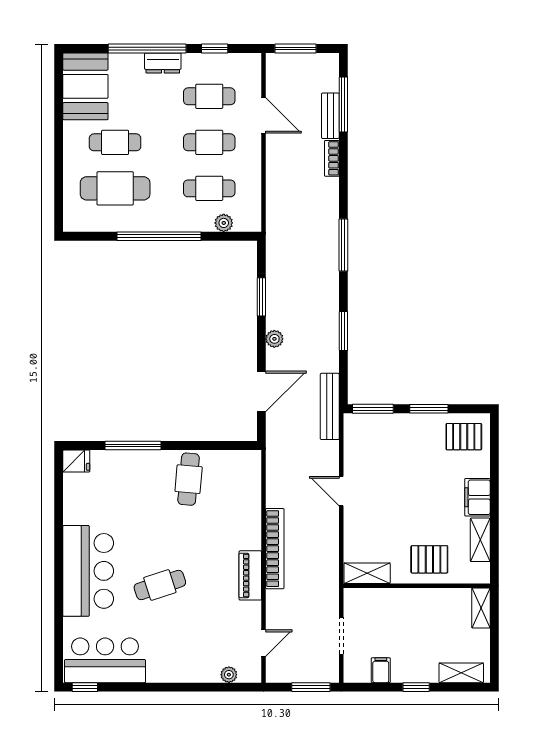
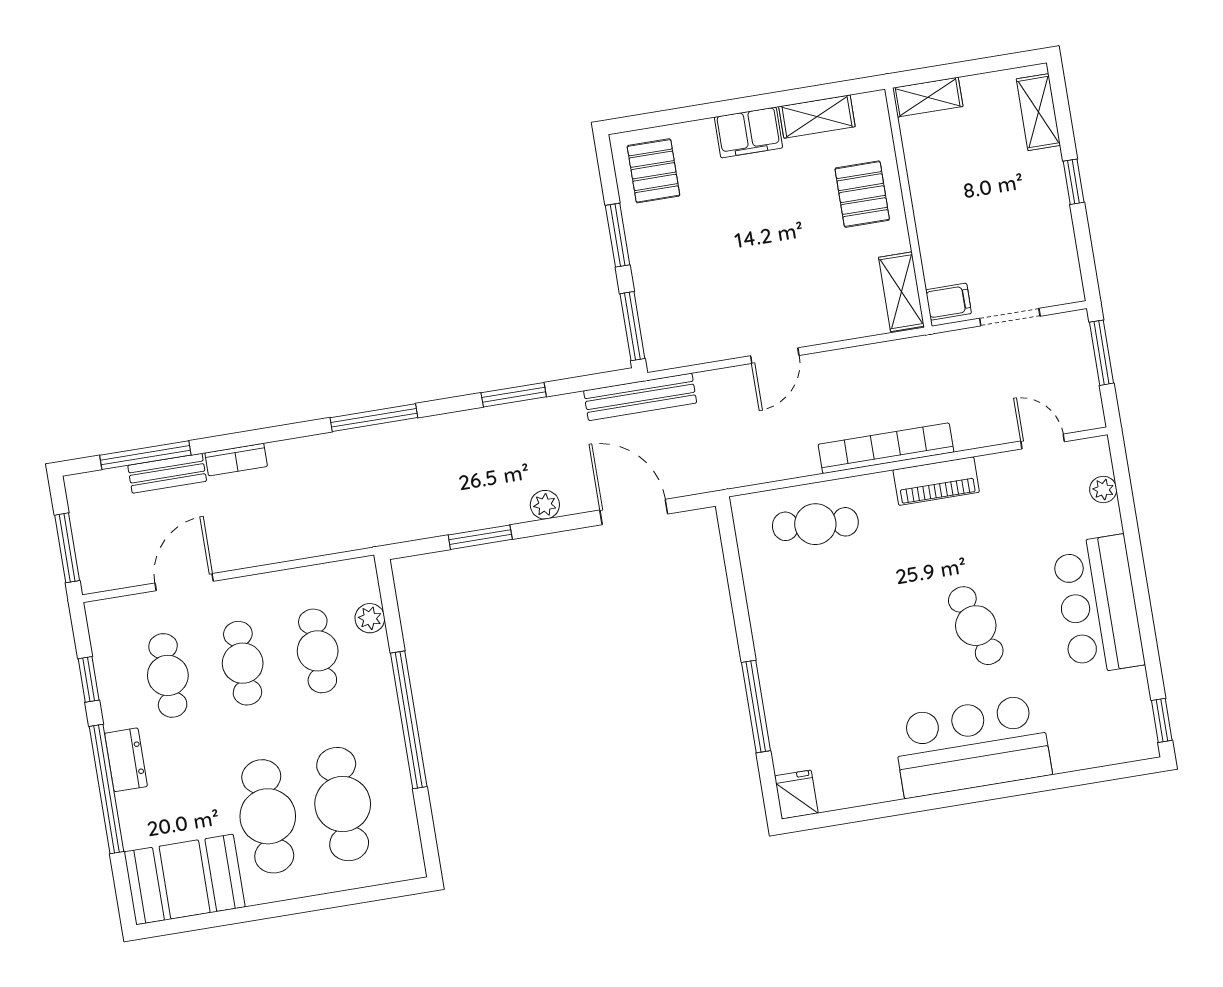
cafe table: (115, 142) -> (268, 816), width x1.37, depth x1.35
cafe table: (189, 479) -> (815, 524), moved
bar counter: (105, 660) -> (1098, 605), moved
filing cabinet: (381, 670) -> (949, 302), moved, turned 180

